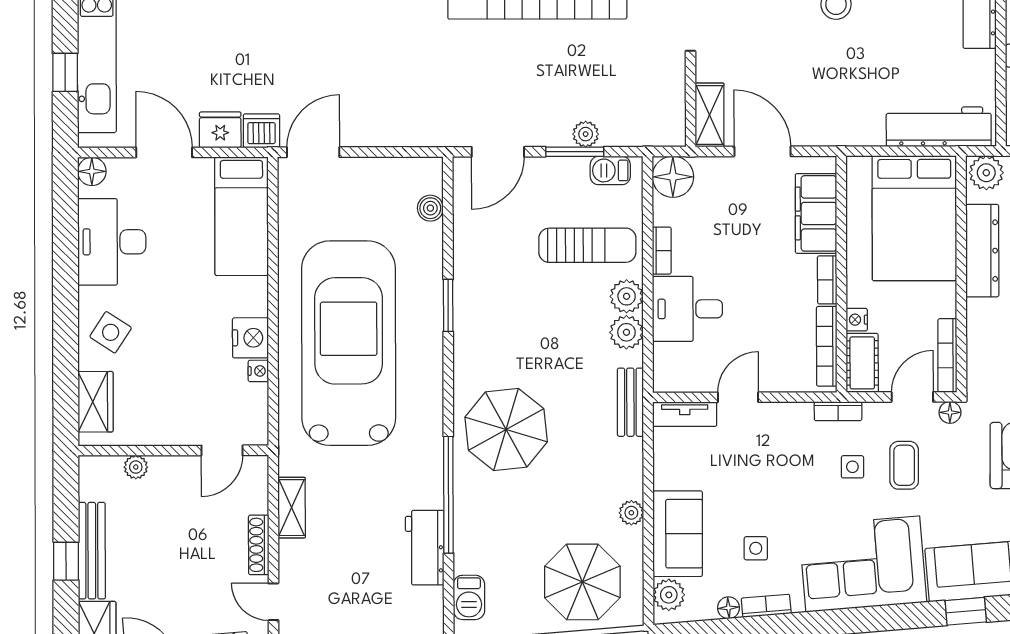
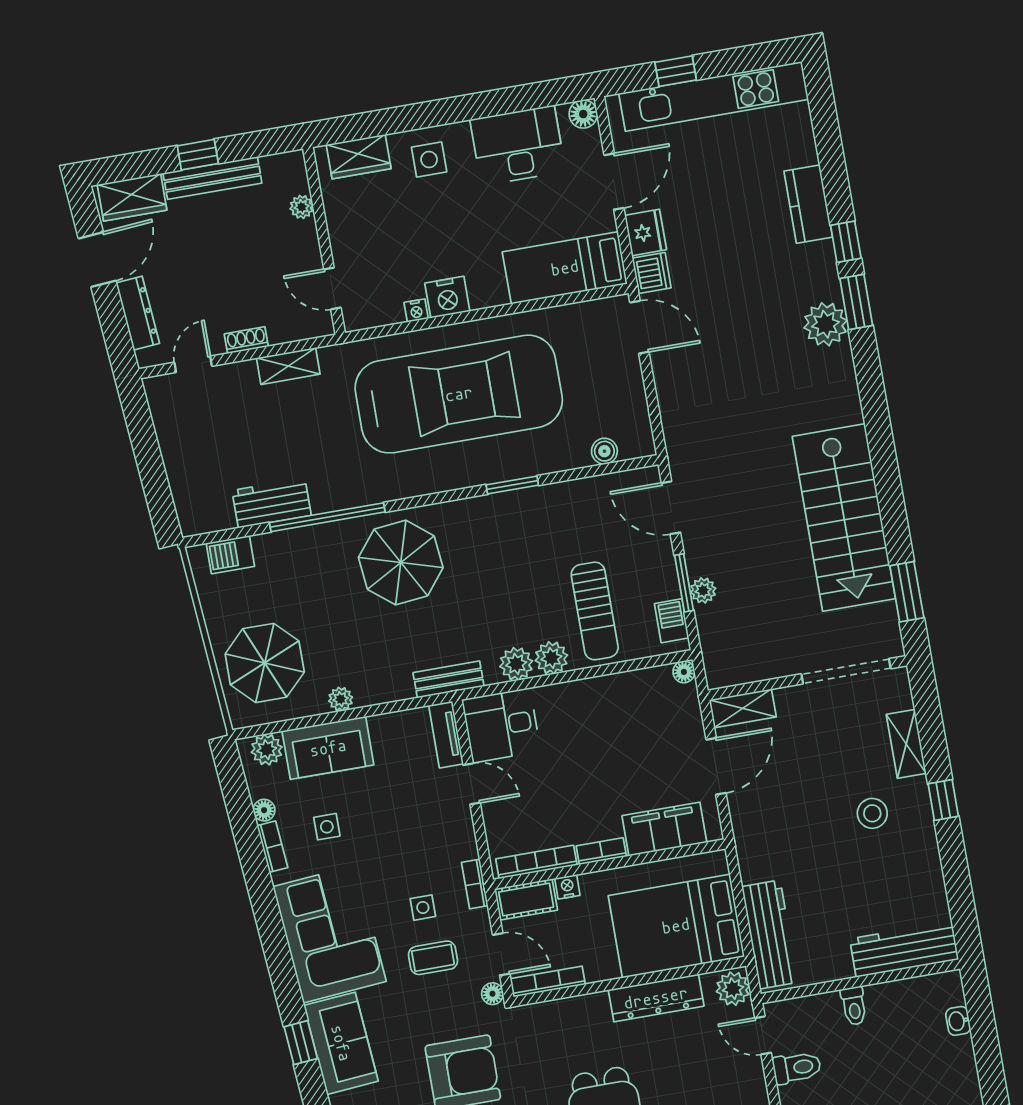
floor lamp: (673, 177) -> (684, 672), width x0.53, depth x0.53
bookcase: (662, 251) -> (602, 685), removed
desk: (687, 309) -> (501, 725), moved, turned -90
side table: (111, 332) -> (429, 160), turned -33
shoe rack: (259, 545) -> (246, 340), width x0.70

